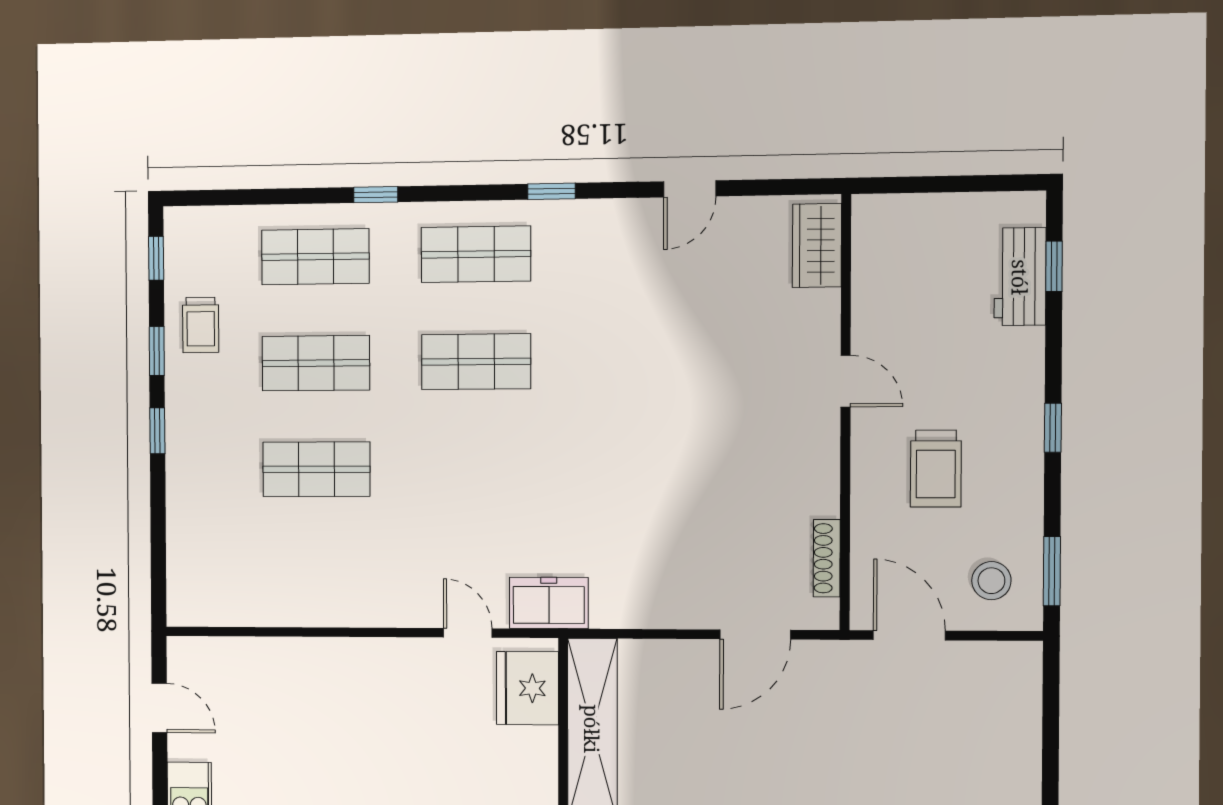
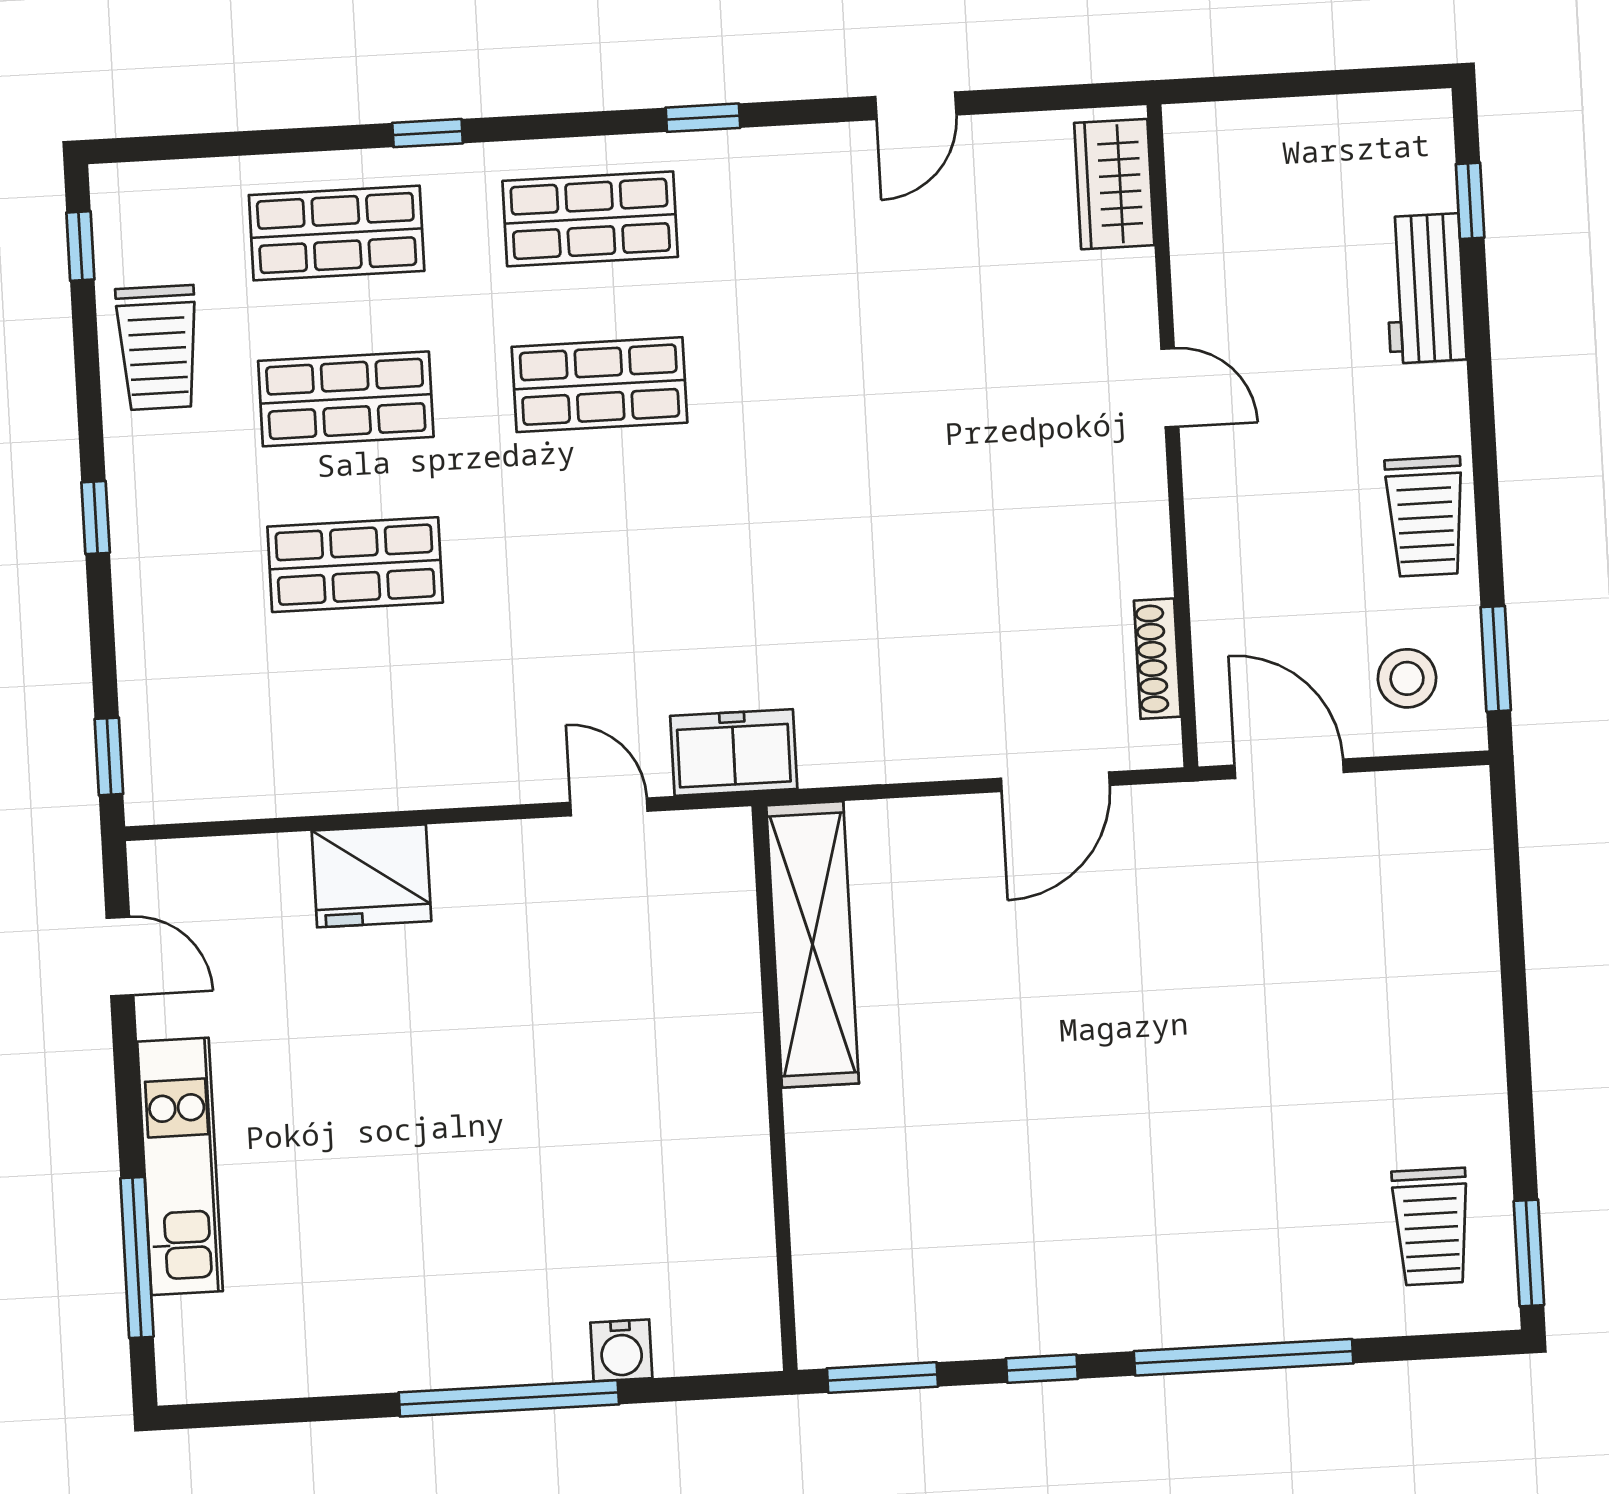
workbench: (1020, 277) -> (1425, 288), moved
trolley: (201, 325) -> (158, 348), width x1.36, depth x1.39
window: (157, 351) -> (109, 756), moved
window: (1053, 428) -> (1484, 443), removed
trolley: (936, 469) -> (1425, 517), moved
fridge: (527, 688) -> (372, 876), moved, turned -90

